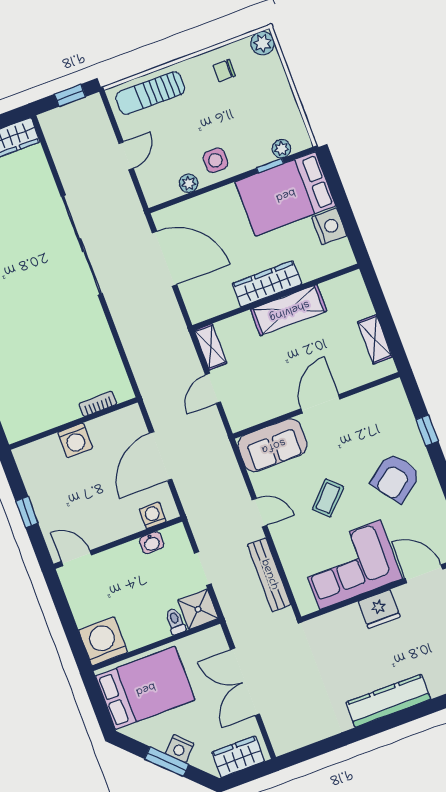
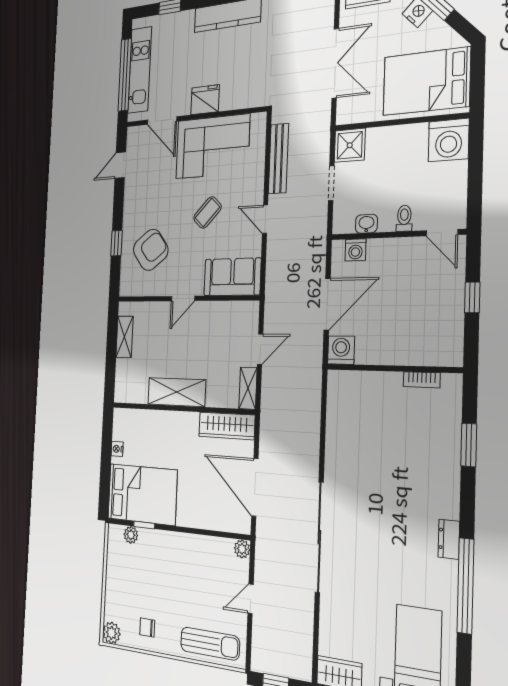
chair: (224, 71) -> (147, 627), turned 180
side table: (215, 160) -> (182, 553), removed
plant: (189, 183) -> (242, 549), moved
nightstand: (329, 226) -> (117, 449), width x0.53, depth x0.56
wardrobe: (267, 284) -> (227, 426), moved
bookcase: (98, 404) -> (422, 380), moved
door: (320, 404) -> (183, 299), width x0.73
washing machine: (75, 440) -> (341, 350), moved
armchair: (396, 478) -> (151, 250), moved
toilet: (175, 621) -> (404, 218), moved, turned 180

